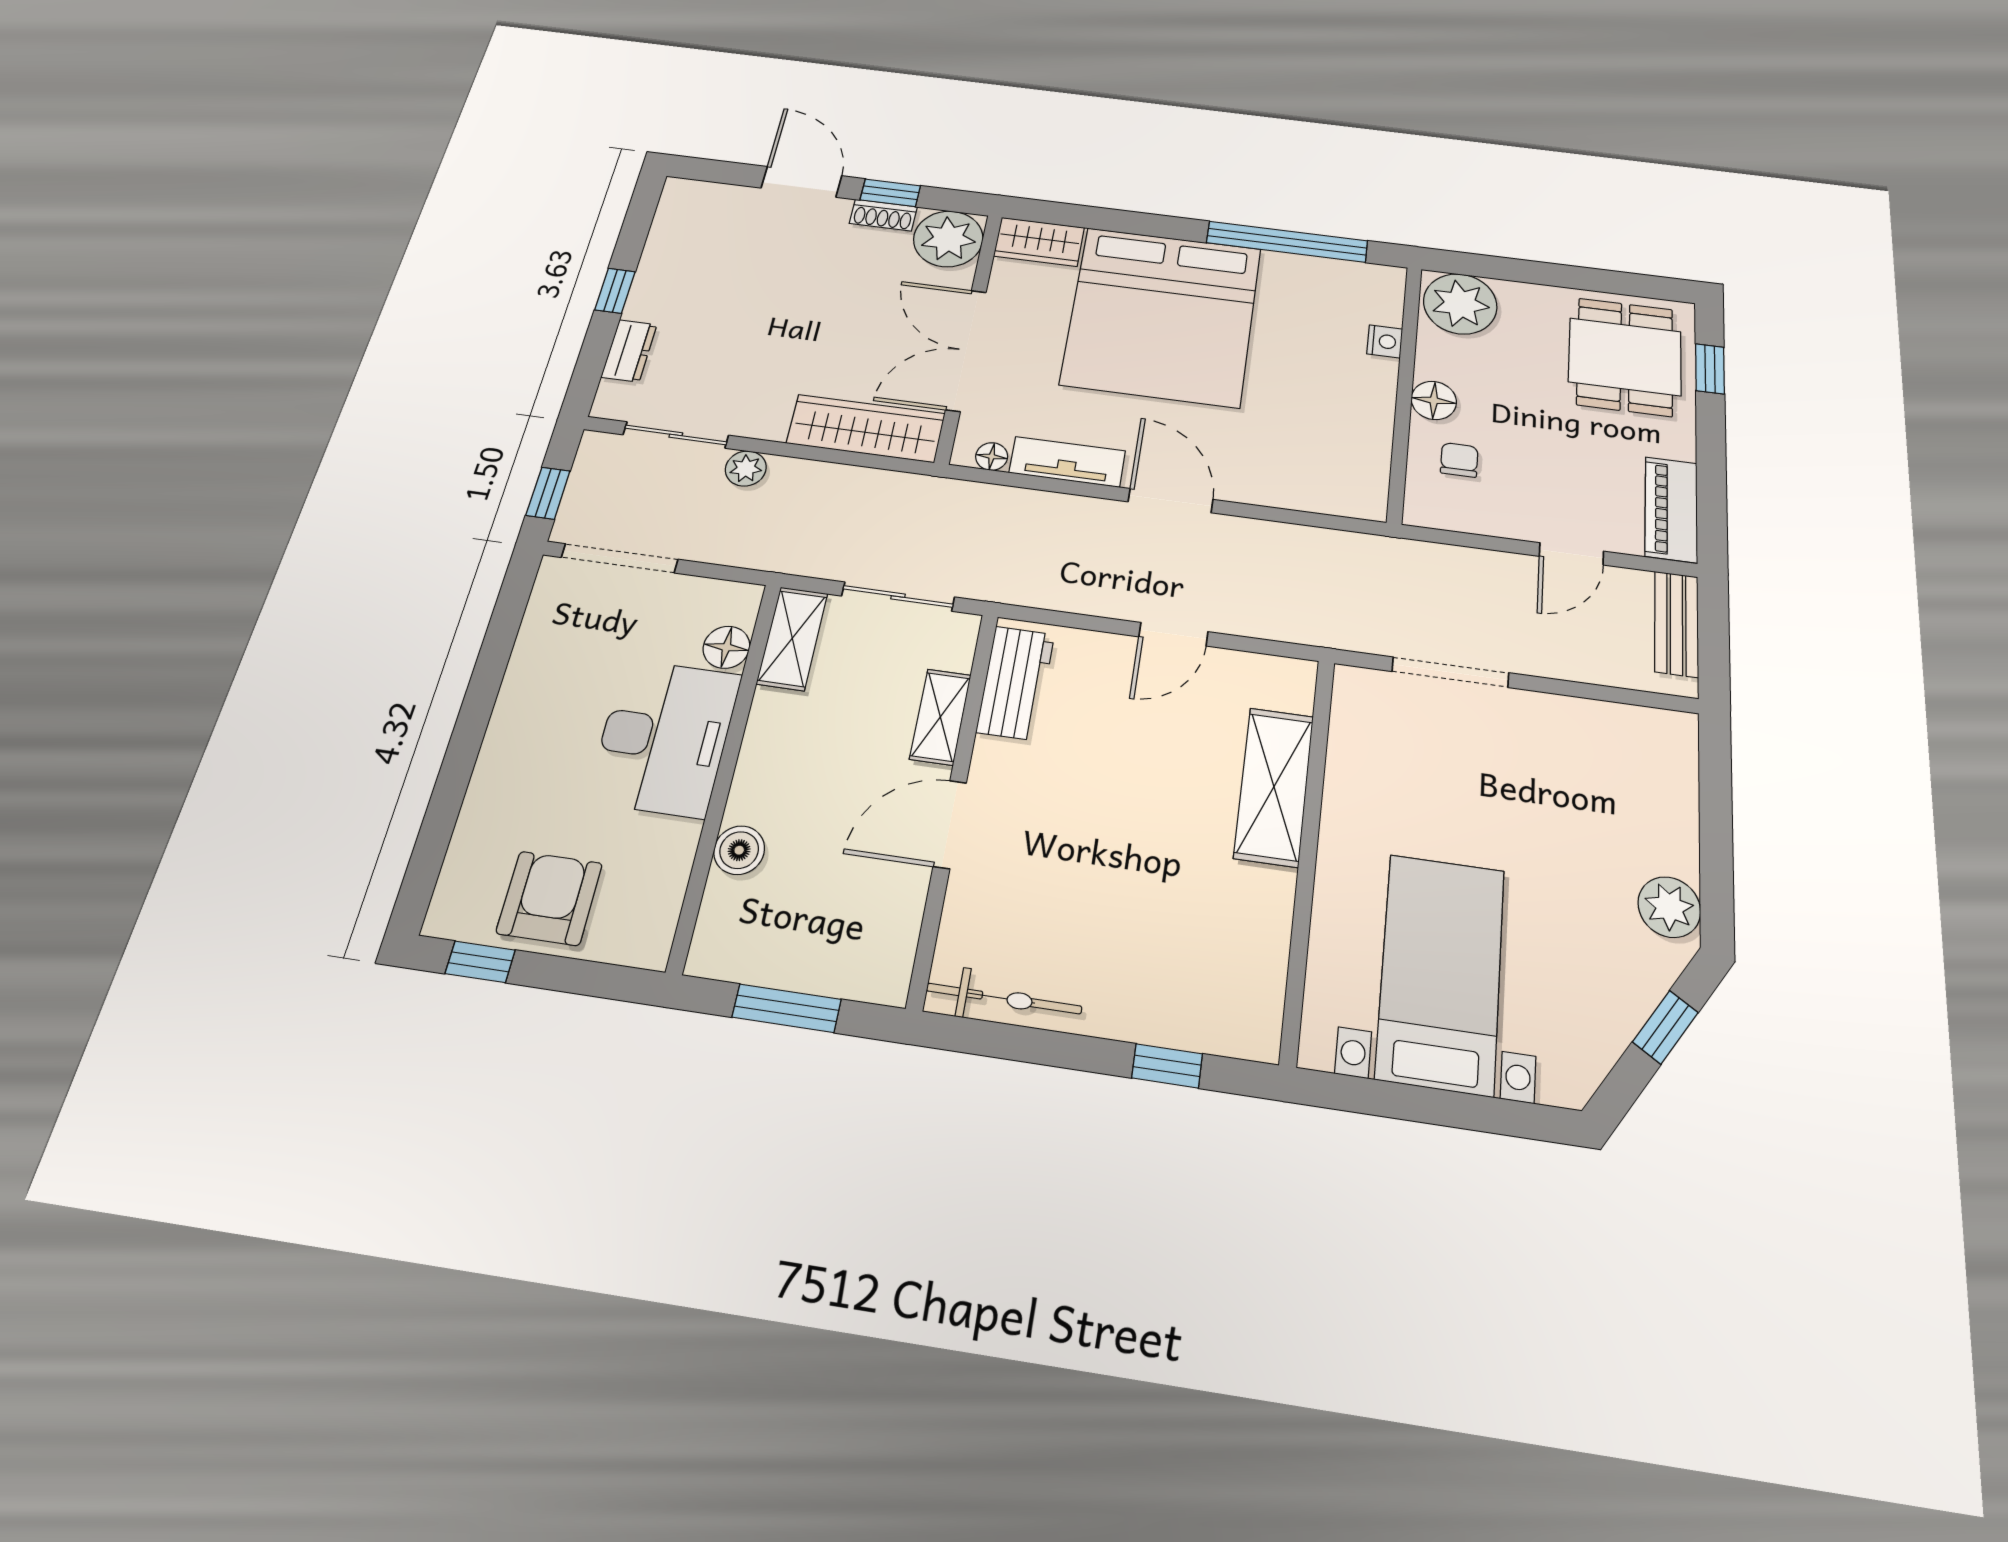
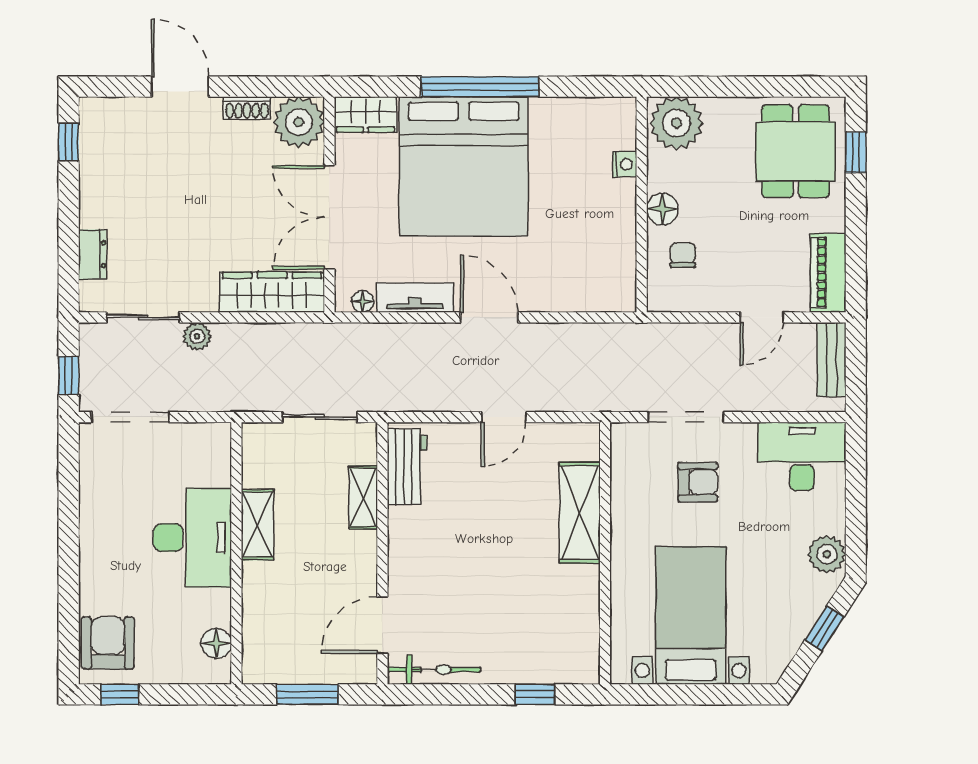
window: (890, 193) -> (248, 87), removed
window: (1287, 242) -> (480, 87), moved
window: (615, 291) -> (69, 142), moved
shelving: (792, 638) -> (257, 525), moved
floor lamp: (726, 647) -> (216, 643), moved
desk: (1630, 753) -> (802, 457), added
armchair: (1464, 768) -> (698, 482), added
door: (950, 824) -> (382, 625), moved
boiler: (739, 850) -> (257, 603), removed
armchair: (549, 898) -> (108, 643), moved

